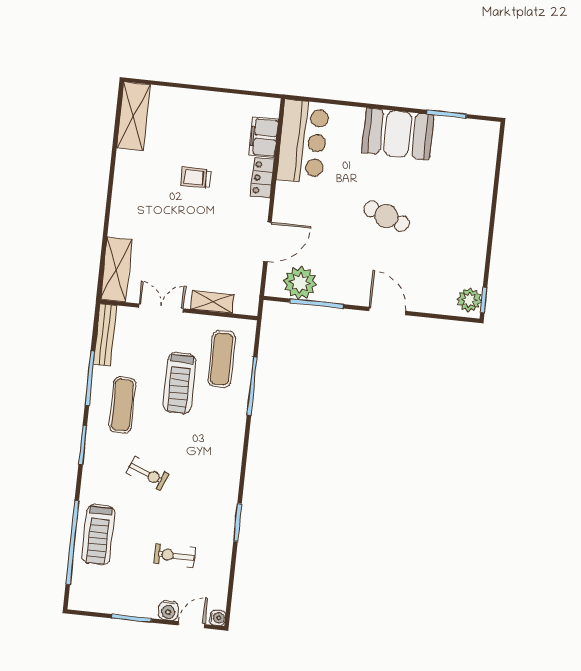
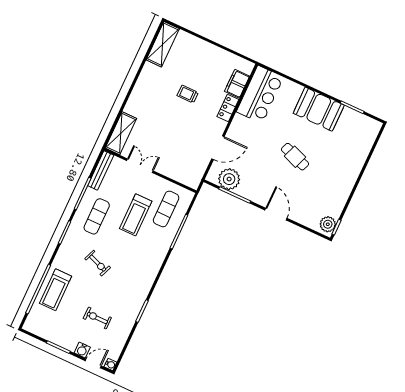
shelving: (213, 302) -> (172, 173), removed

